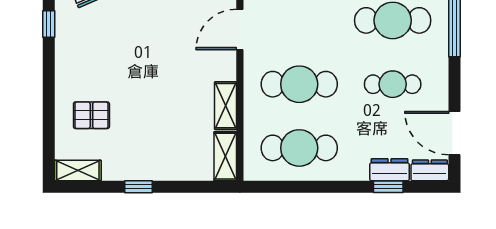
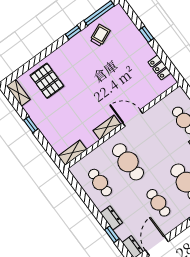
shelving: (225, 106) -> (107, 127), moved
pallet: (91, 115) -> (47, 81), width x1.50, depth x1.42
cafe table: (299, 148) -> (100, 183), width x0.73, depth x0.74
dresser: (389, 170) -> (111, 218), moved

